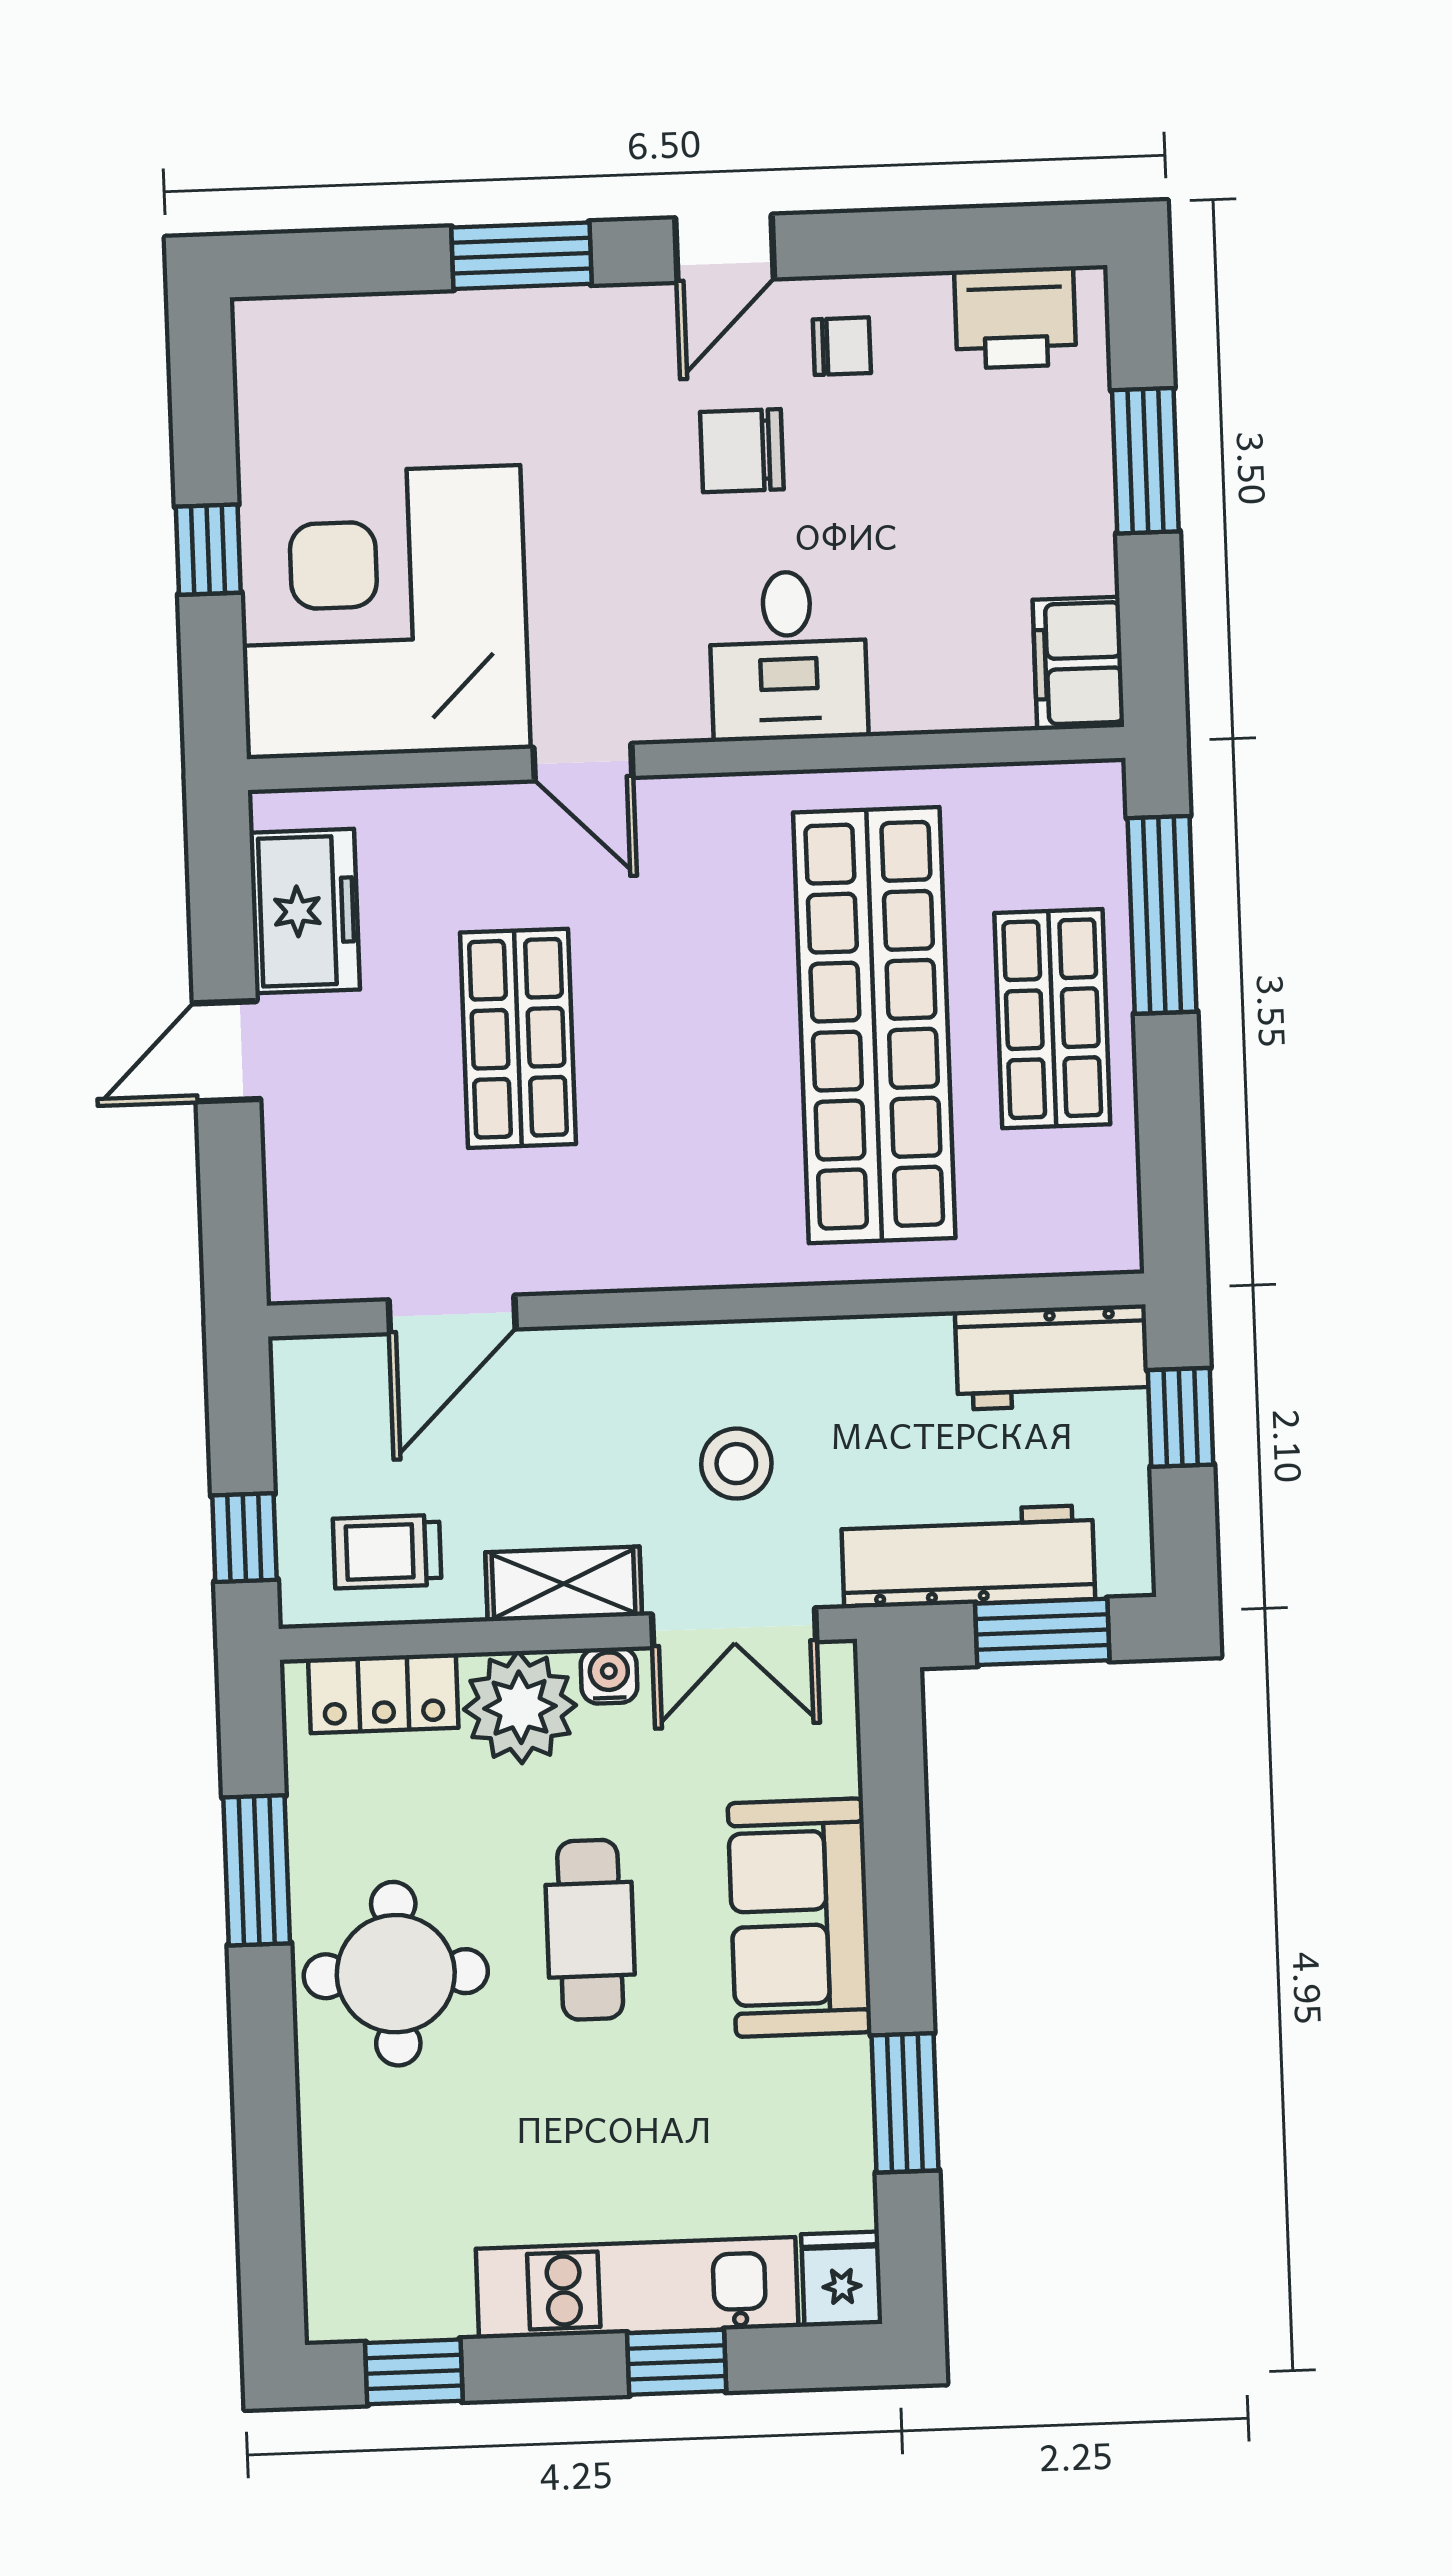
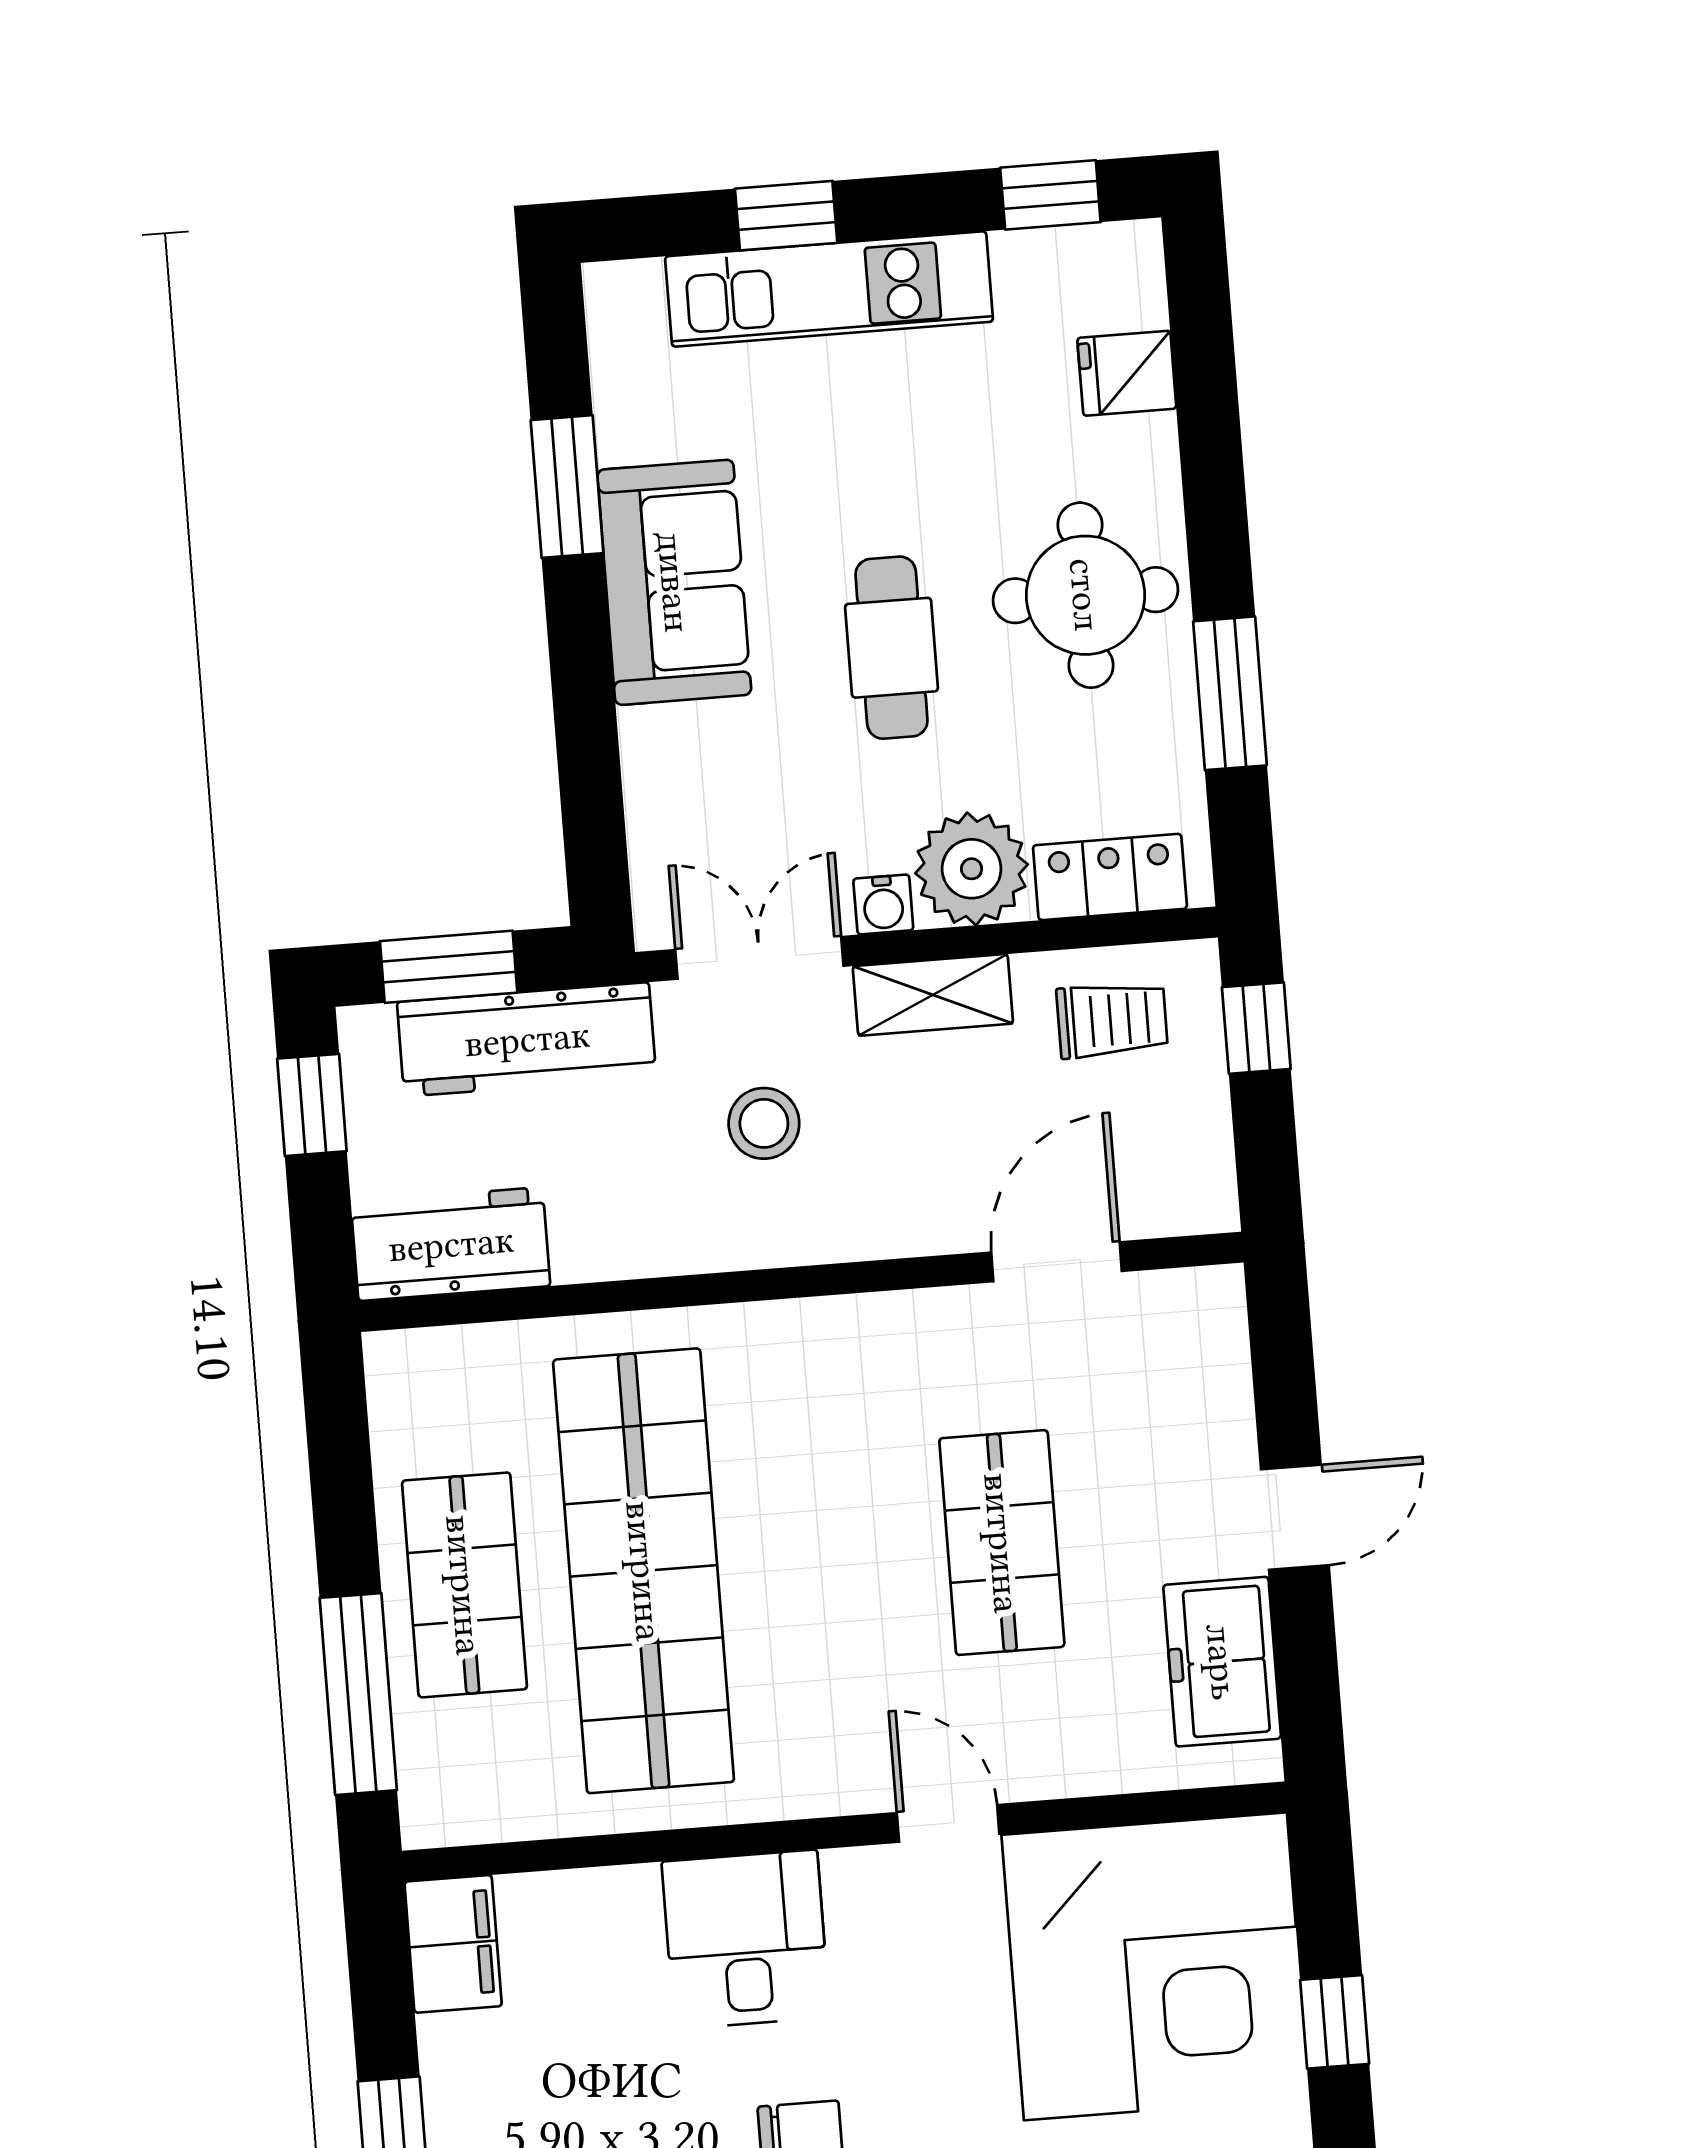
window: (1180, 1417) -> (312, 1105), moved
sofa: (800, 1918) -> (674, 582), moved
fridge: (842, 2279) -> (1127, 373), moved, turned 90

